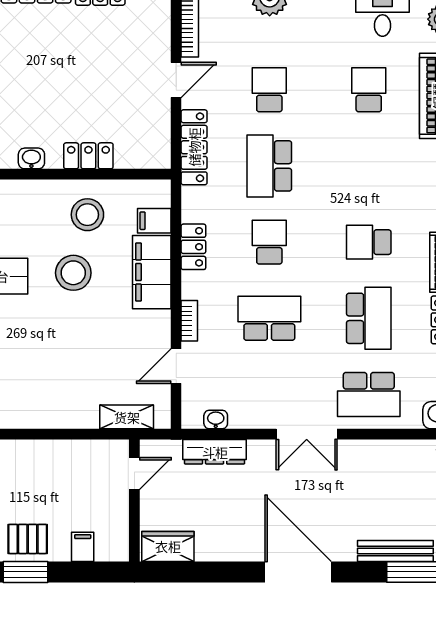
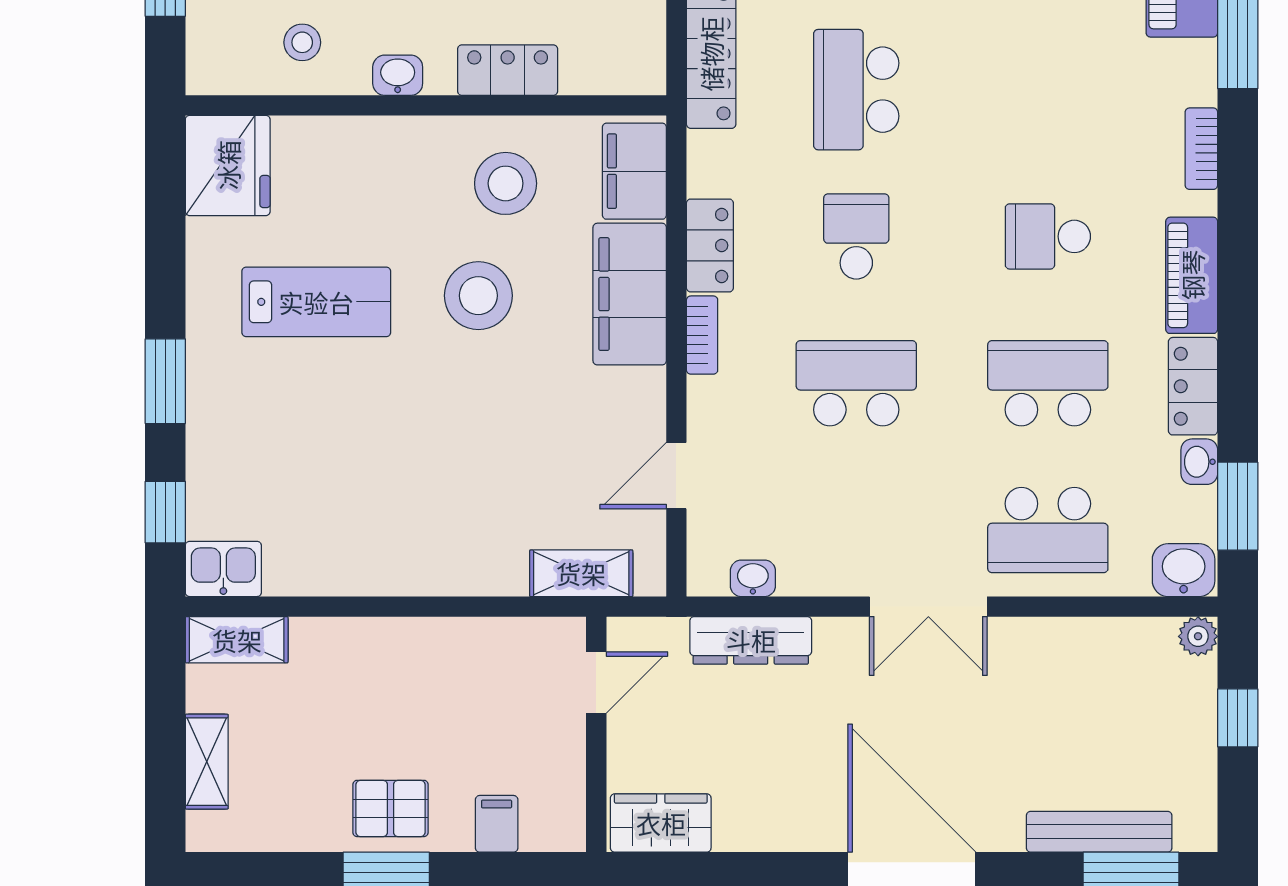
filing cabinet: (154, 221) -> (634, 171), width x2.00
school desk: (369, 318) -> (1048, 383), turned -90
bookcase: (189, 321) -> (702, 335), moved

